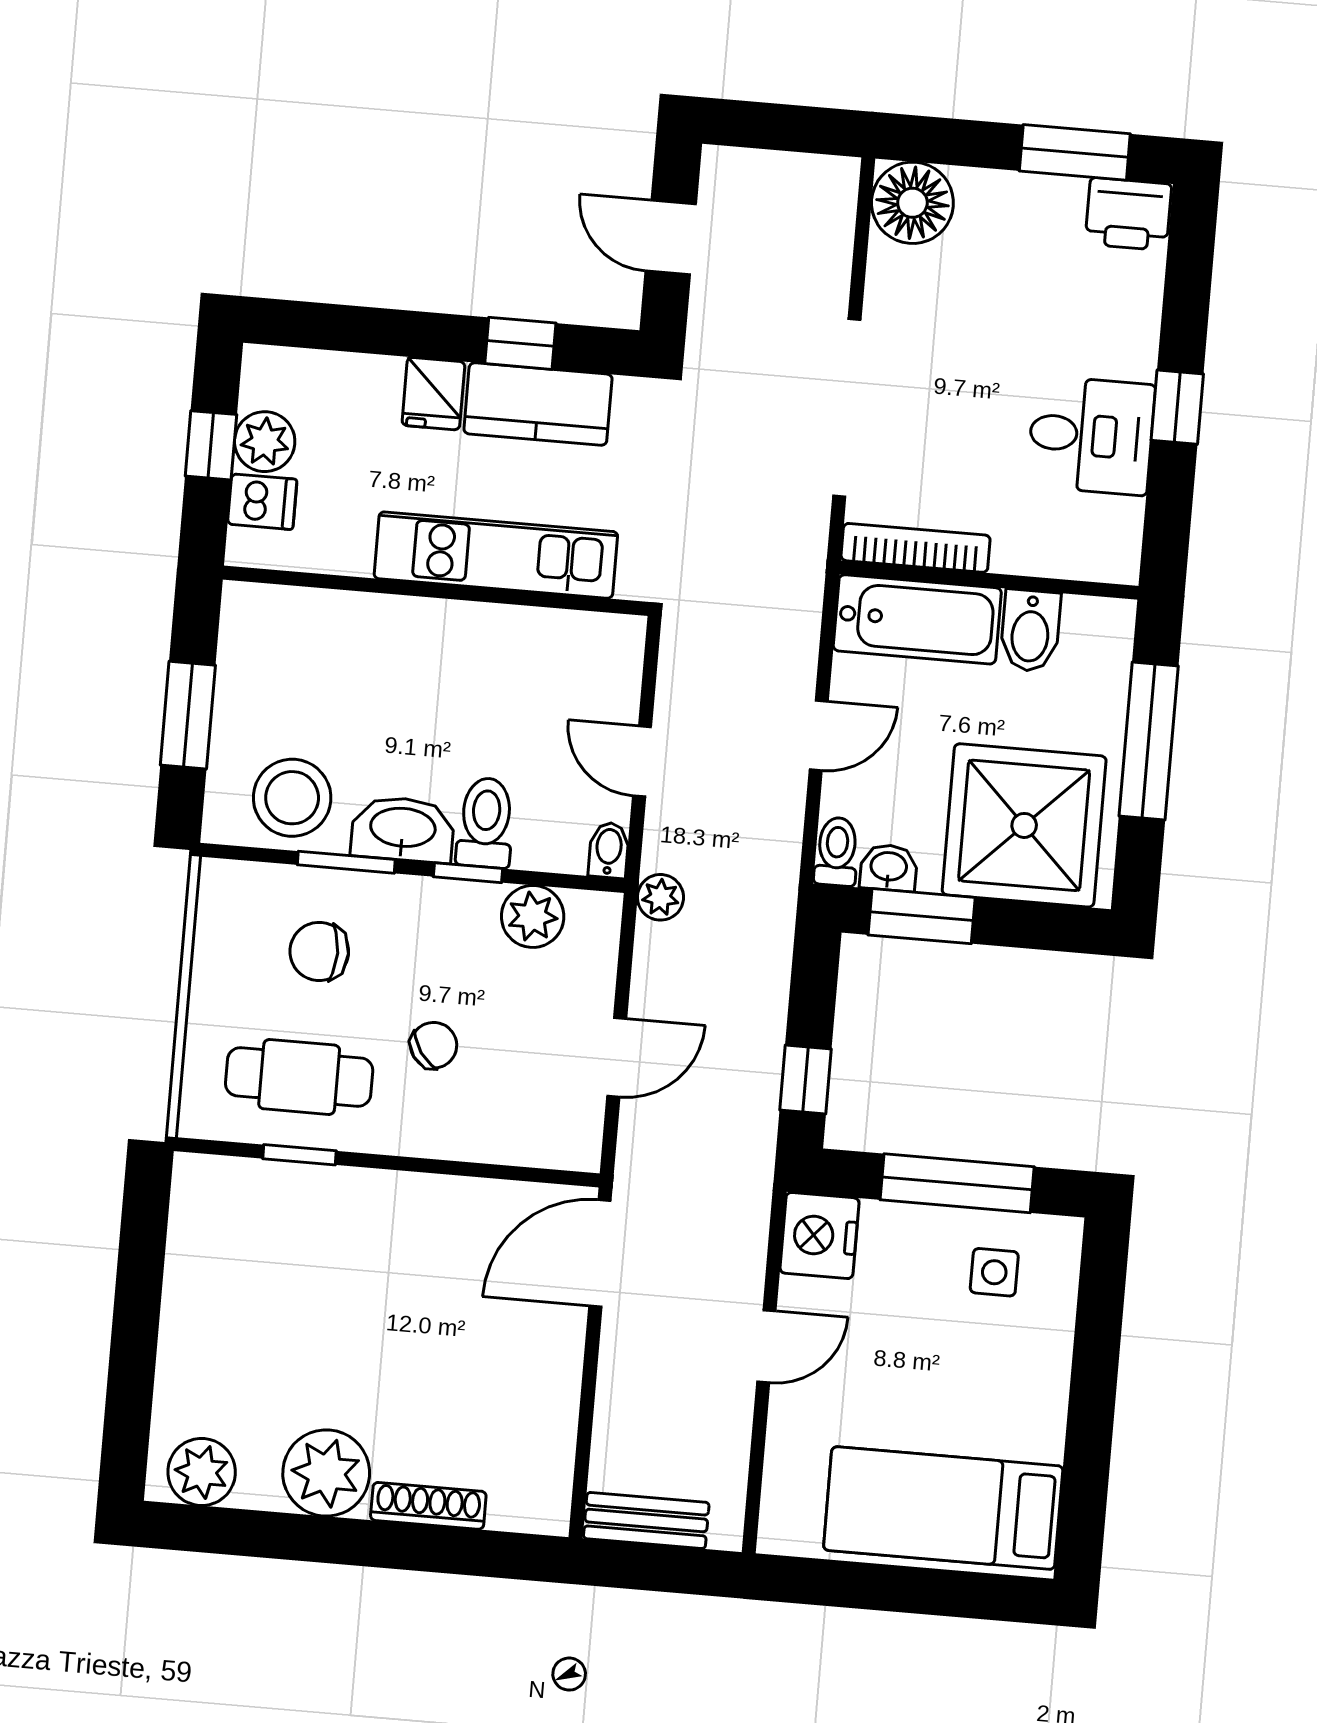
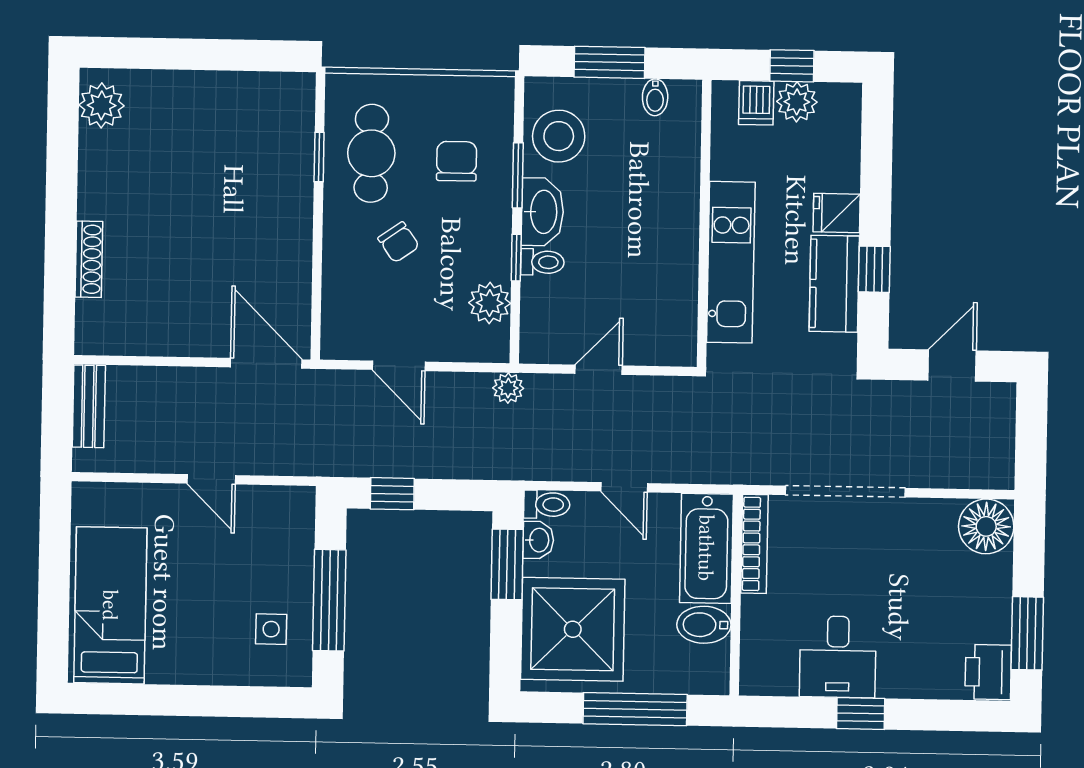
toilet: (486, 823) -> (542, 262), width x0.73, depth x0.72
bidet: (609, 850) -> (655, 97), moved, turned 90
nightstand: (819, 1236) -> (288, 510), removed
plant: (326, 1473) -> (106, 189), removed

